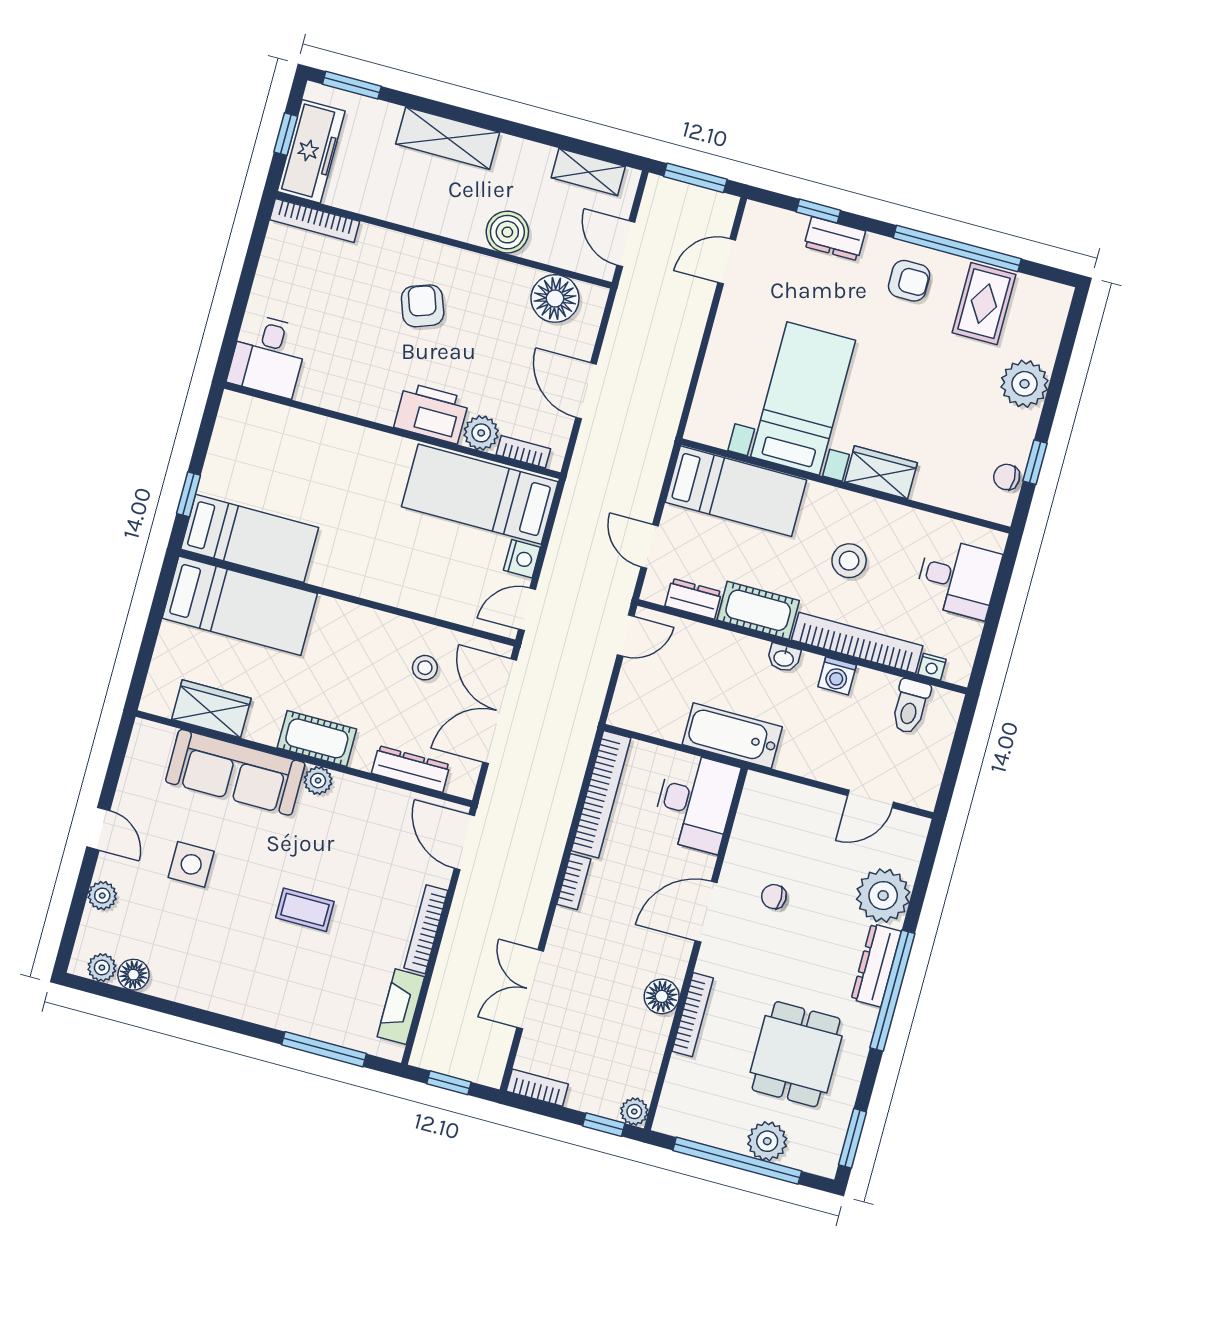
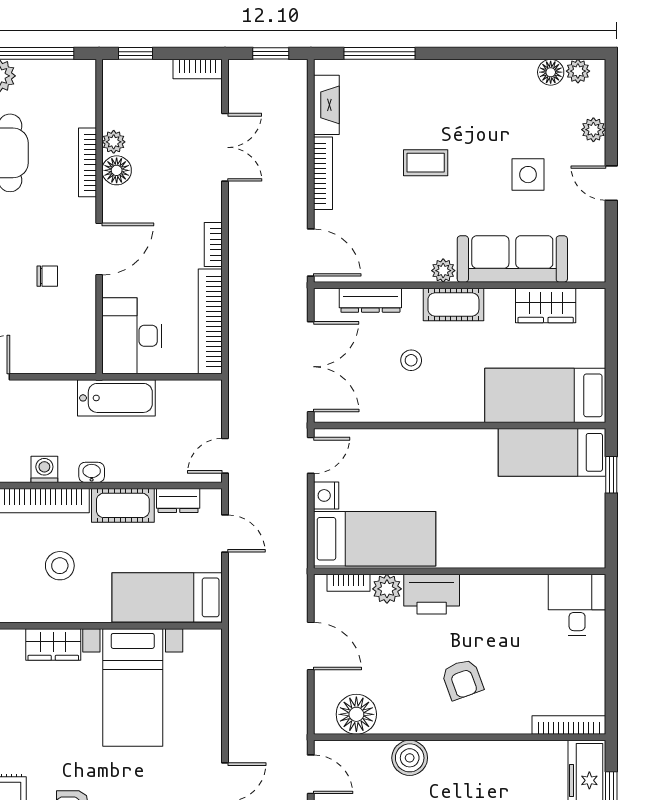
stool: (425, 668) -> (411, 360), moved
plant: (634, 1112) -> (114, 142), moved

